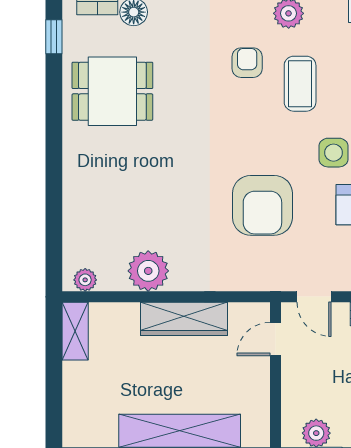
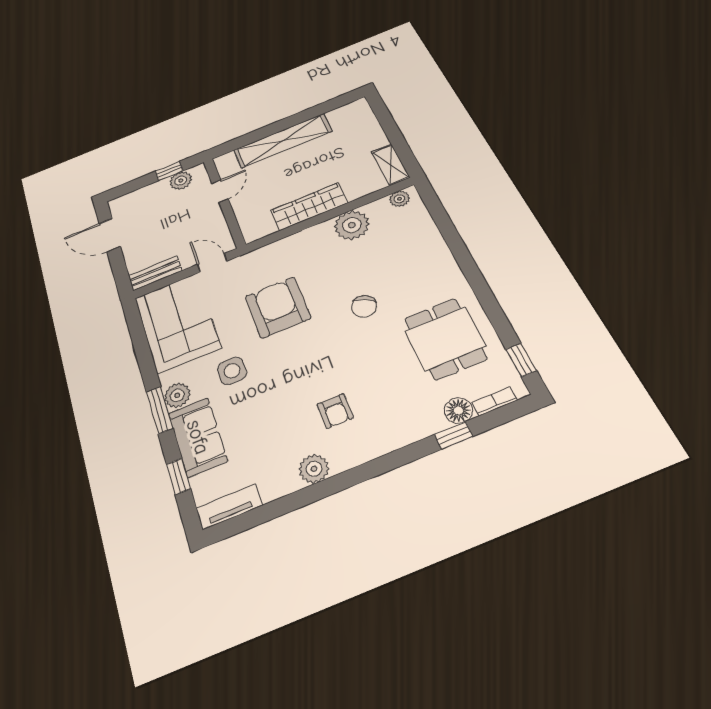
coffee table: (300, 84) -> (281, 413), removed
dining table: (112, 91) -> (445, 339), turned 90
chair: (175, 164) -> (364, 306), added
door: (276, 339) -> (220, 191), moved

